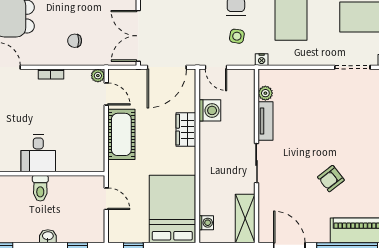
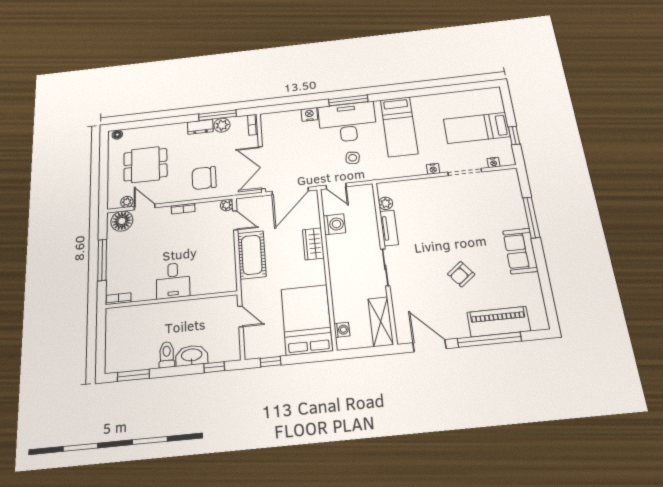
chair: (75, 41) -> (204, 178), width x1.87, depth x1.87
nightstand: (262, 60) -> (433, 169), moved
toilet: (40, 188) -> (167, 355), moved, turned 180
washbasin: (48, 236) -> (192, 355), width x1.91, depth x1.45

